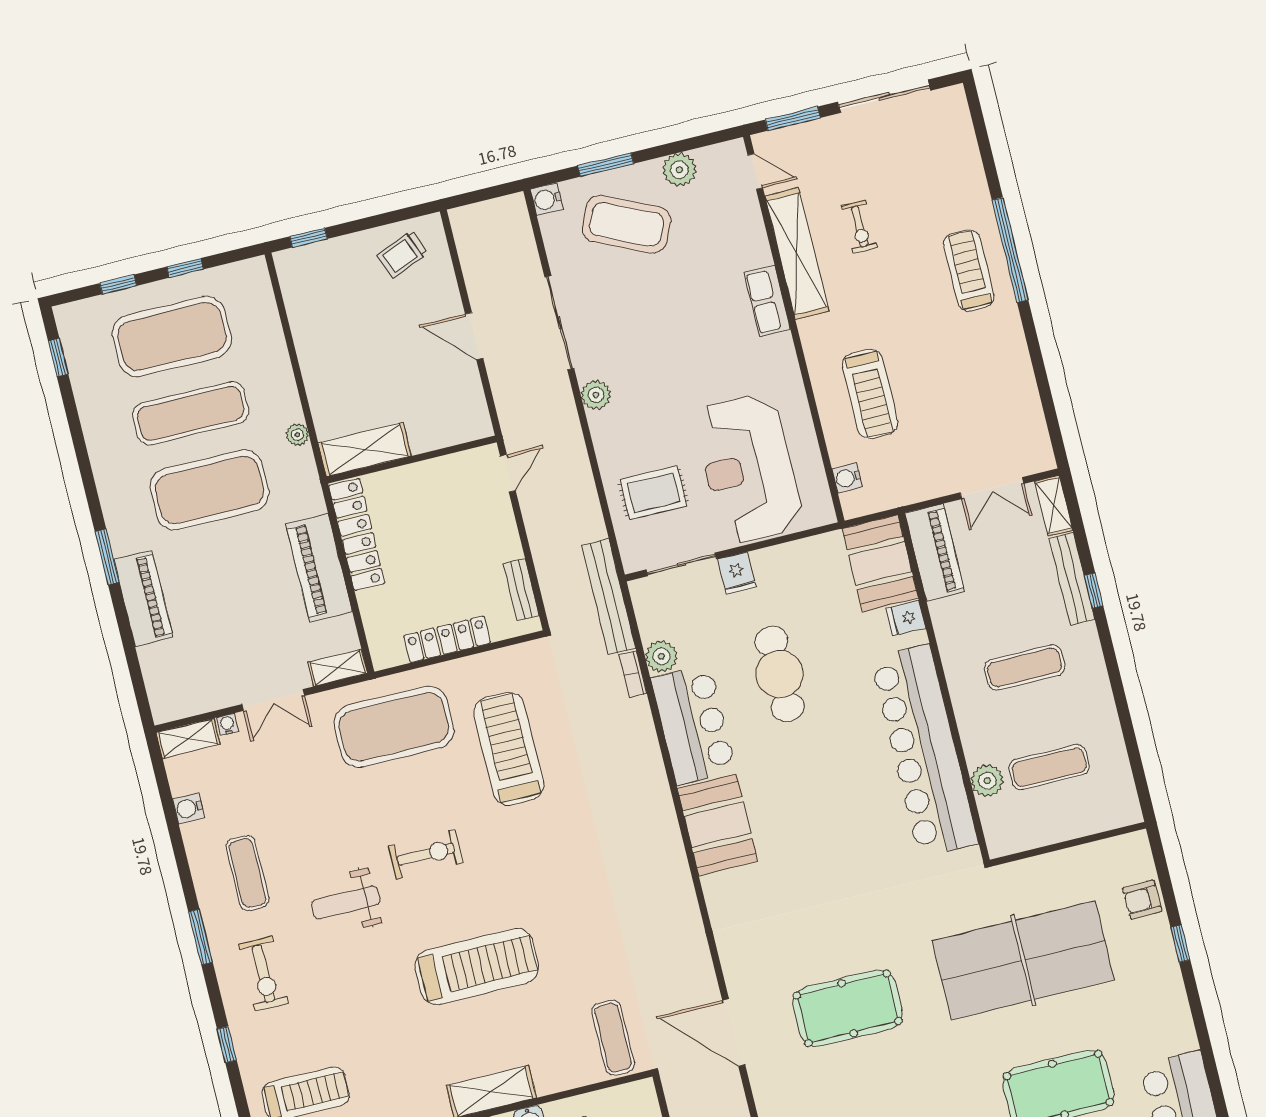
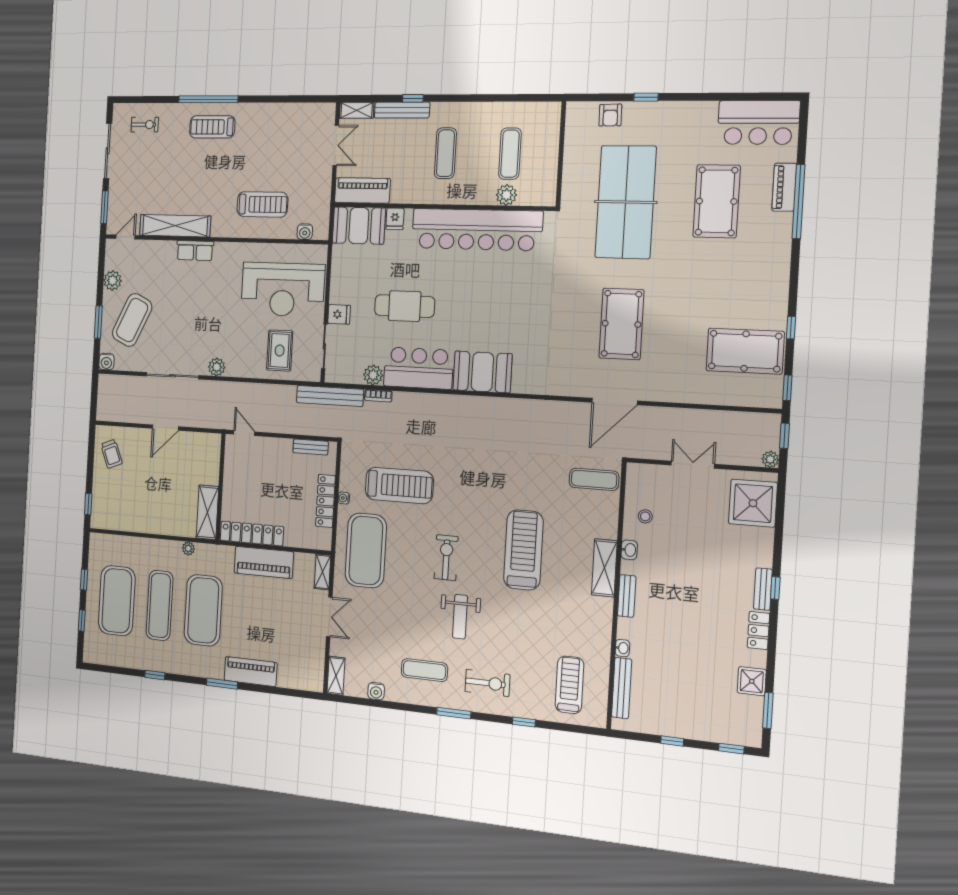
exercise bike: (859, 227) -> (145, 125), moved
window: (58, 358) -> (155, 675), moved
water cooler: (227, 724) -> (344, 498), moved
treadmill: (509, 749) -> (399, 485), turned 180

